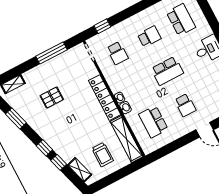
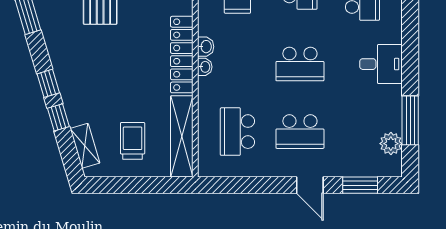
school desk: (185, 105) -> (300, 132), width x1.85
washbasin: (125, 108) -> (206, 47), moved
trolley: (103, 154) -> (133, 141), turned 180

